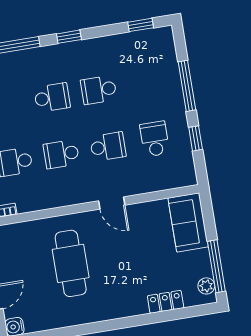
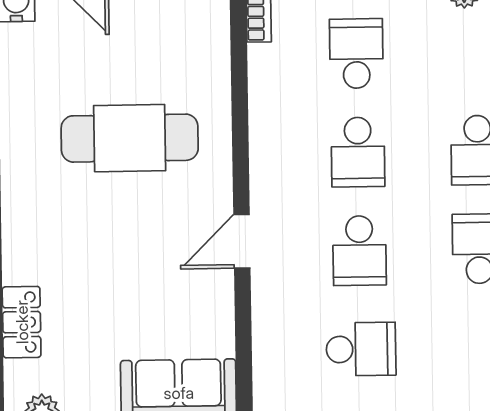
school desk: (61, 154) -> (358, 152), turned 180

